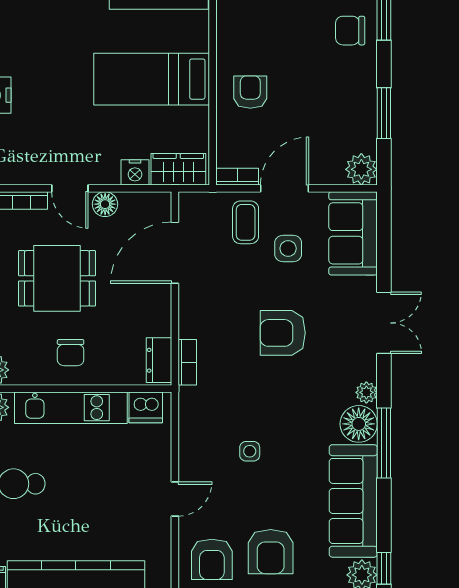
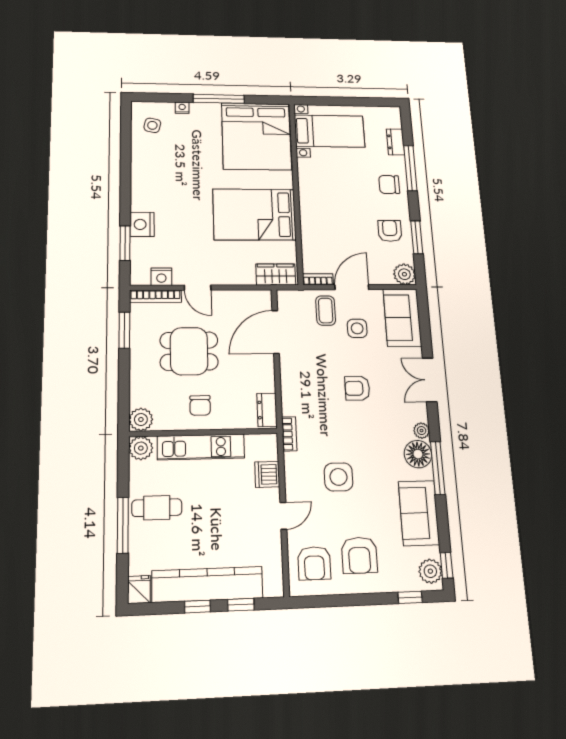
bed: (152, 79) -> (254, 214), width x1.50
armchair: (250, 92) -> (390, 231), moved
nightstand: (135, 172) -> (161, 277), moved
floor lamp: (105, 204) -> (224, 298), removed
double door: (384, 323) -> (430, 380), swing flipped
armchair: (283, 333) -> (357, 388), width x0.72, depth x0.72
bookcase: (187, 362) -> (289, 434), moved
dishwasher: (146, 407) -> (267, 474), moved, turned 90
side table: (250, 451) -> (339, 477), width x1.87, depth x1.87
sofa: (353, 501) -> (419, 513), width x0.73

